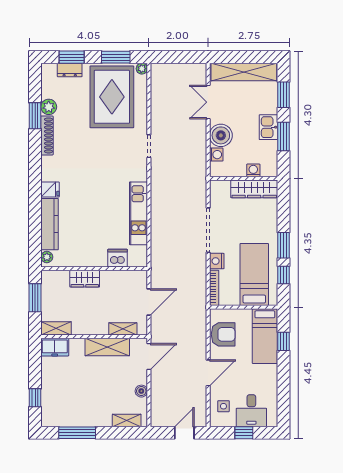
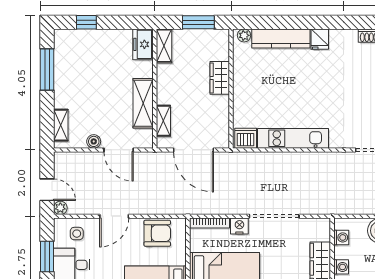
washing machine: (216, 155) -> (341, 237), moved, turned -90
dishwasher: (118, 258) -> (246, 138), moved, turned -90
door: (149, 302) -> (194, 150), width x1.36
armchair: (223, 334) -> (157, 233), turned -90
door: (149, 357) -> (119, 150), moved
door: (208, 373) -> (114, 216), hinge flipped
plant: (201, 421) -> (60, 208), added
window: (244, 433) -> (47, 256), width x1.50

